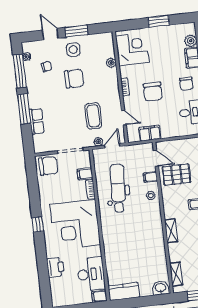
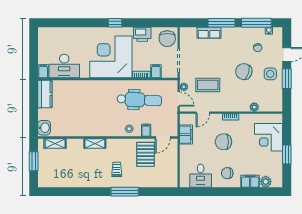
corner desk: (132, 49) -> (269, 137), moved, turned 90
chair: (74, 79) -> (244, 72), turned 108
printer: (55, 267) -> (142, 34), moved

